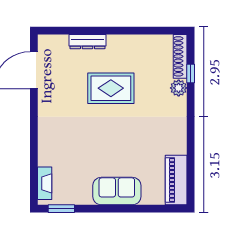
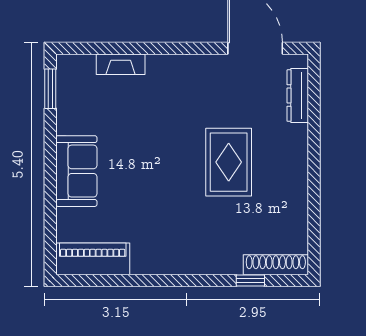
dresser: (87, 42) -> (298, 96), moved
plant: (179, 88) -> (229, 262), removed
fireplace: (45, 183) -> (121, 64), moved

